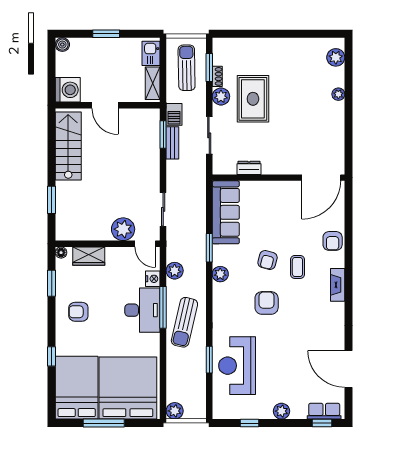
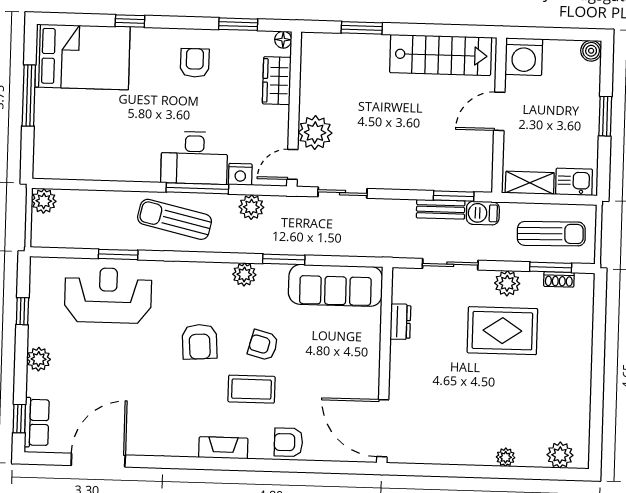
shoe rack: (217, 76) -> (559, 279), moved
coffee table: (297, 267) -> (251, 389), width x1.36, depth x1.30
armchair: (267, 303) -> (200, 342), turned 86
bed: (128, 388) -> (80, 133), removed

